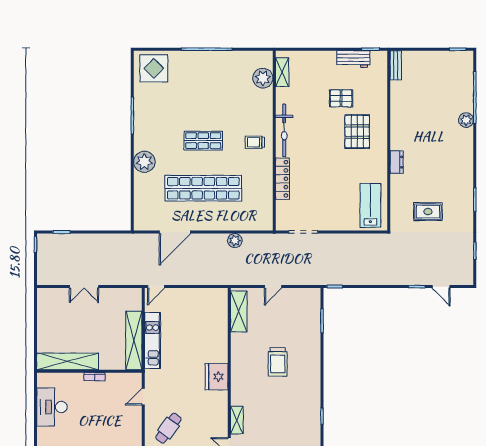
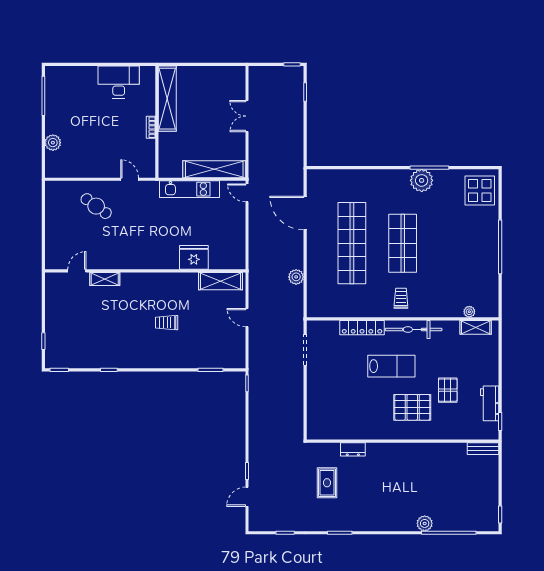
plant: (263, 78) -> (469, 312), width x0.53, depth x0.53
shop shelf: (203, 141) -> (403, 243), width x1.43, depth x1.36
plant: (144, 162) -> (422, 180), moved
dresser: (397, 162) -> (353, 449), moved
lab bench: (370, 205) -> (391, 366), moved
shelving: (134, 340) -> (214, 169), moved
trolley: (278, 362) -> (167, 323), width x0.73, depth x0.72
fridge: (217, 377) -> (194, 257), moved

